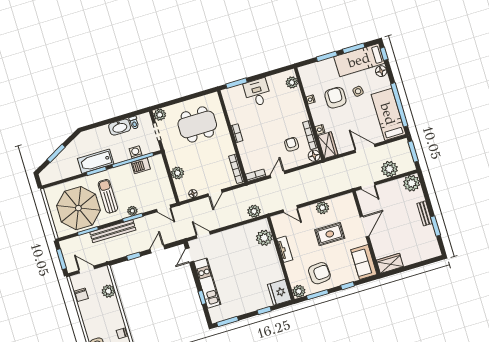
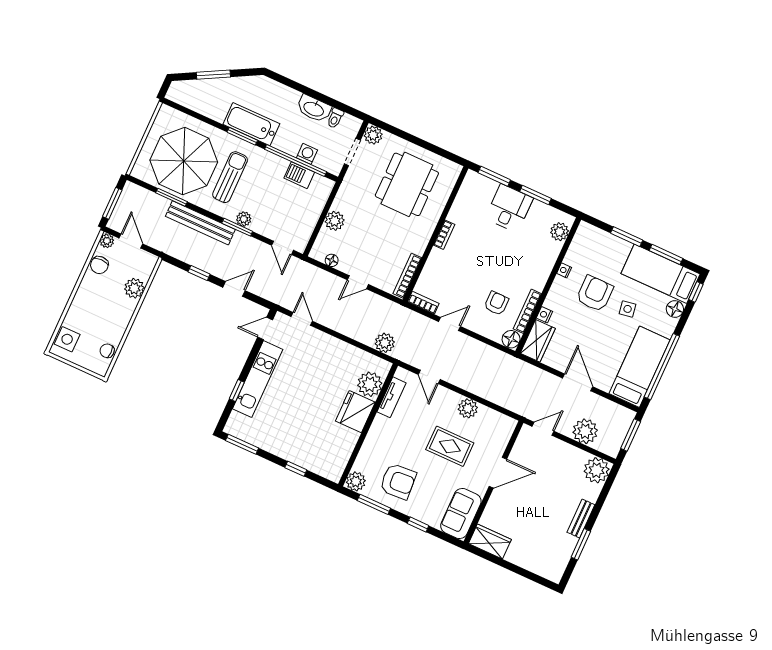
window: (265, 75) -> (535, 195), added
dining table: (197, 124) -> (407, 184), turned 90
door: (368, 186) -> (543, 429), swing flipped
tv unit: (285, 249) -> (391, 397), moved
plant: (75, 280) -> (107, 241), added
fridge: (279, 292) -> (355, 412), moved

